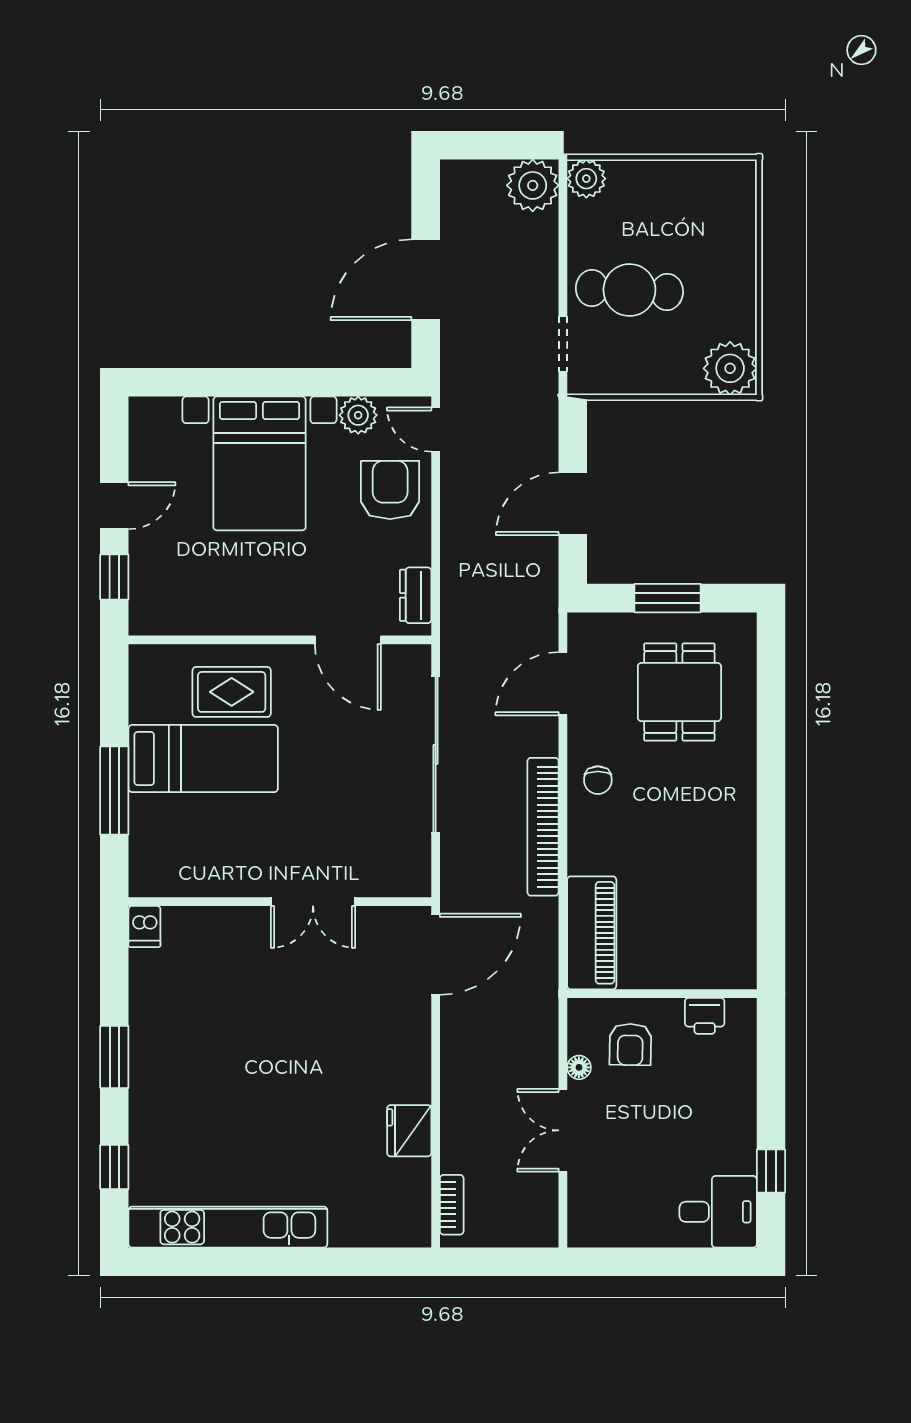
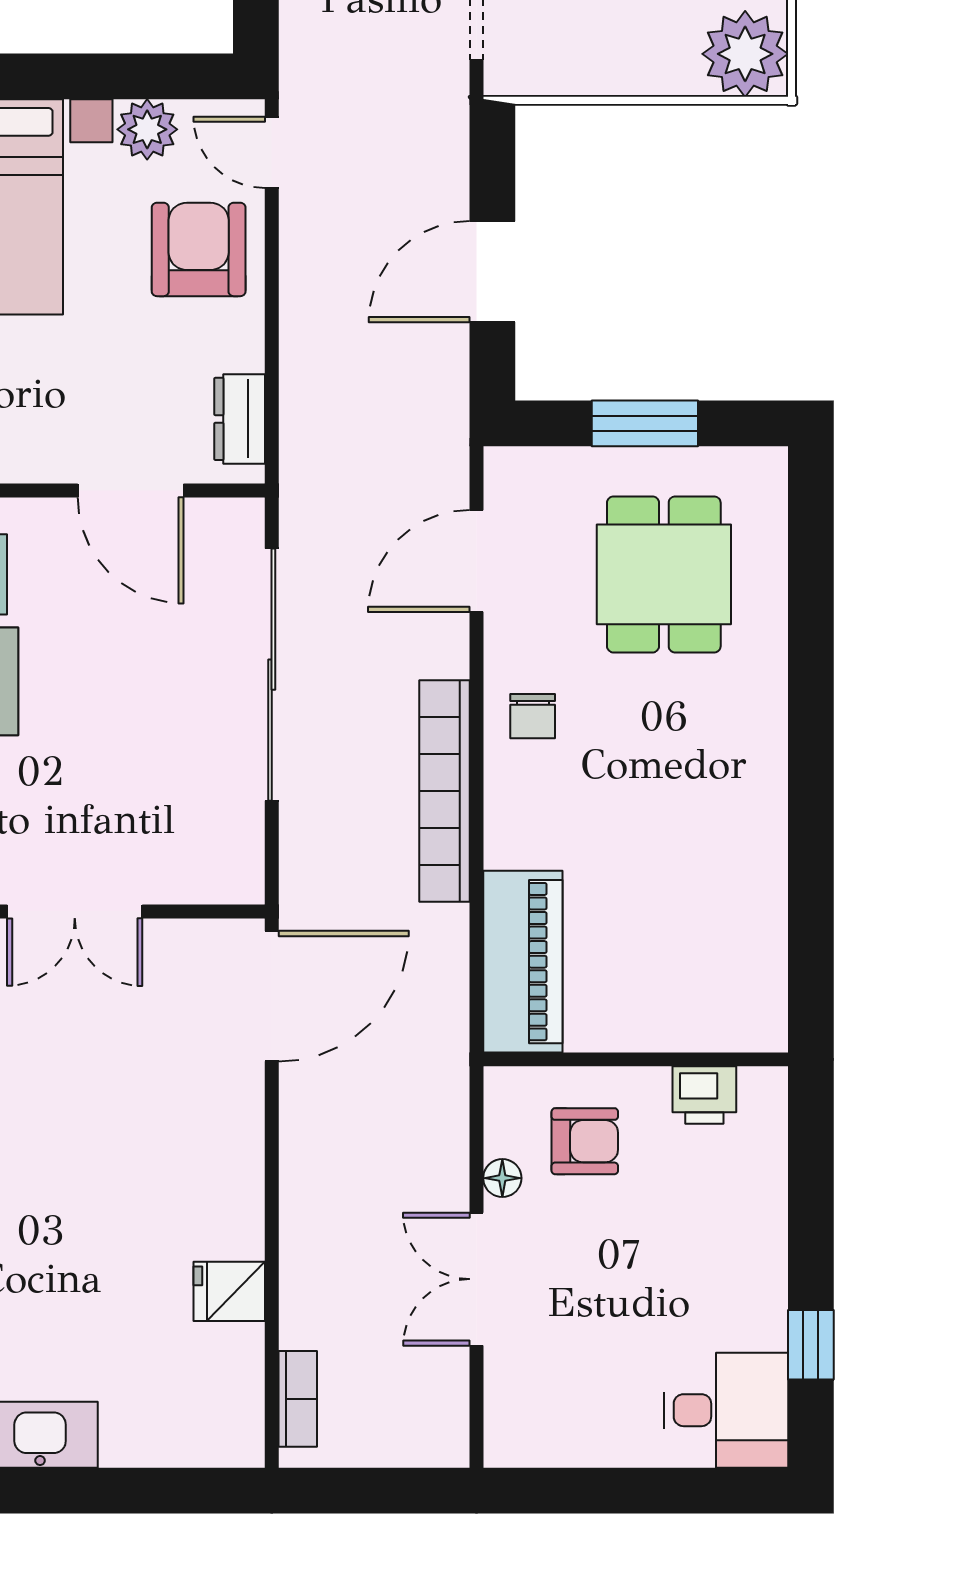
armchair: (630, 1044) -> (585, 1141), turned -91
fridge: (409, 1131) -> (229, 1291), width x0.72

